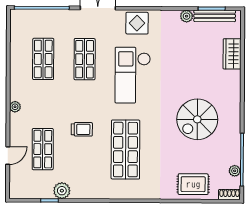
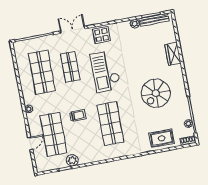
wardrobe: (232, 54) -> (173, 54), moved
shop shelf: (43, 59) -> (42, 72), width x1.43, depth x1.36
shop shelf: (43, 149) -> (54, 134), width x1.43, depth x1.36

